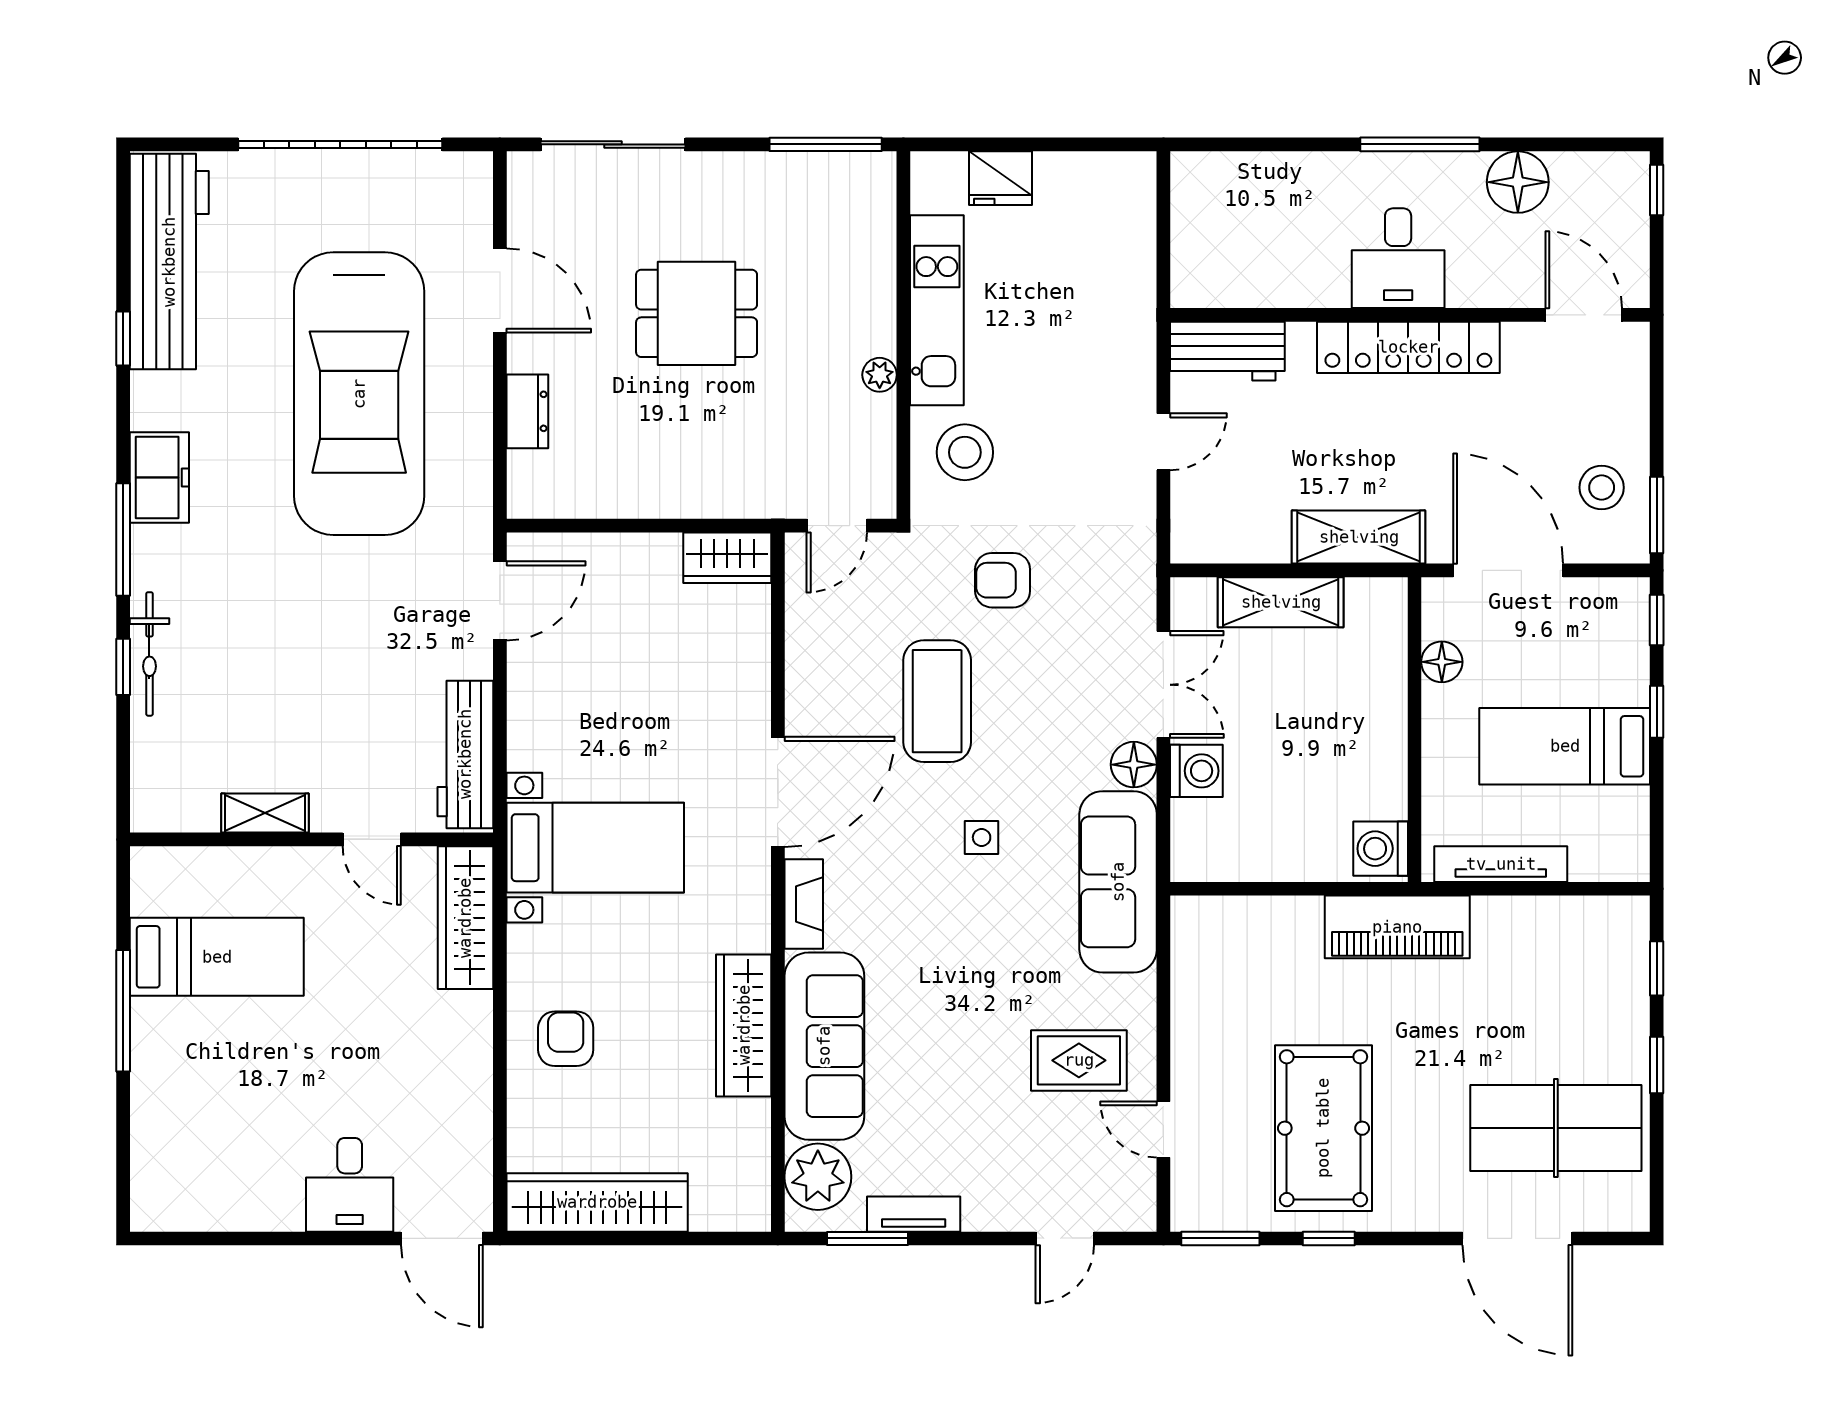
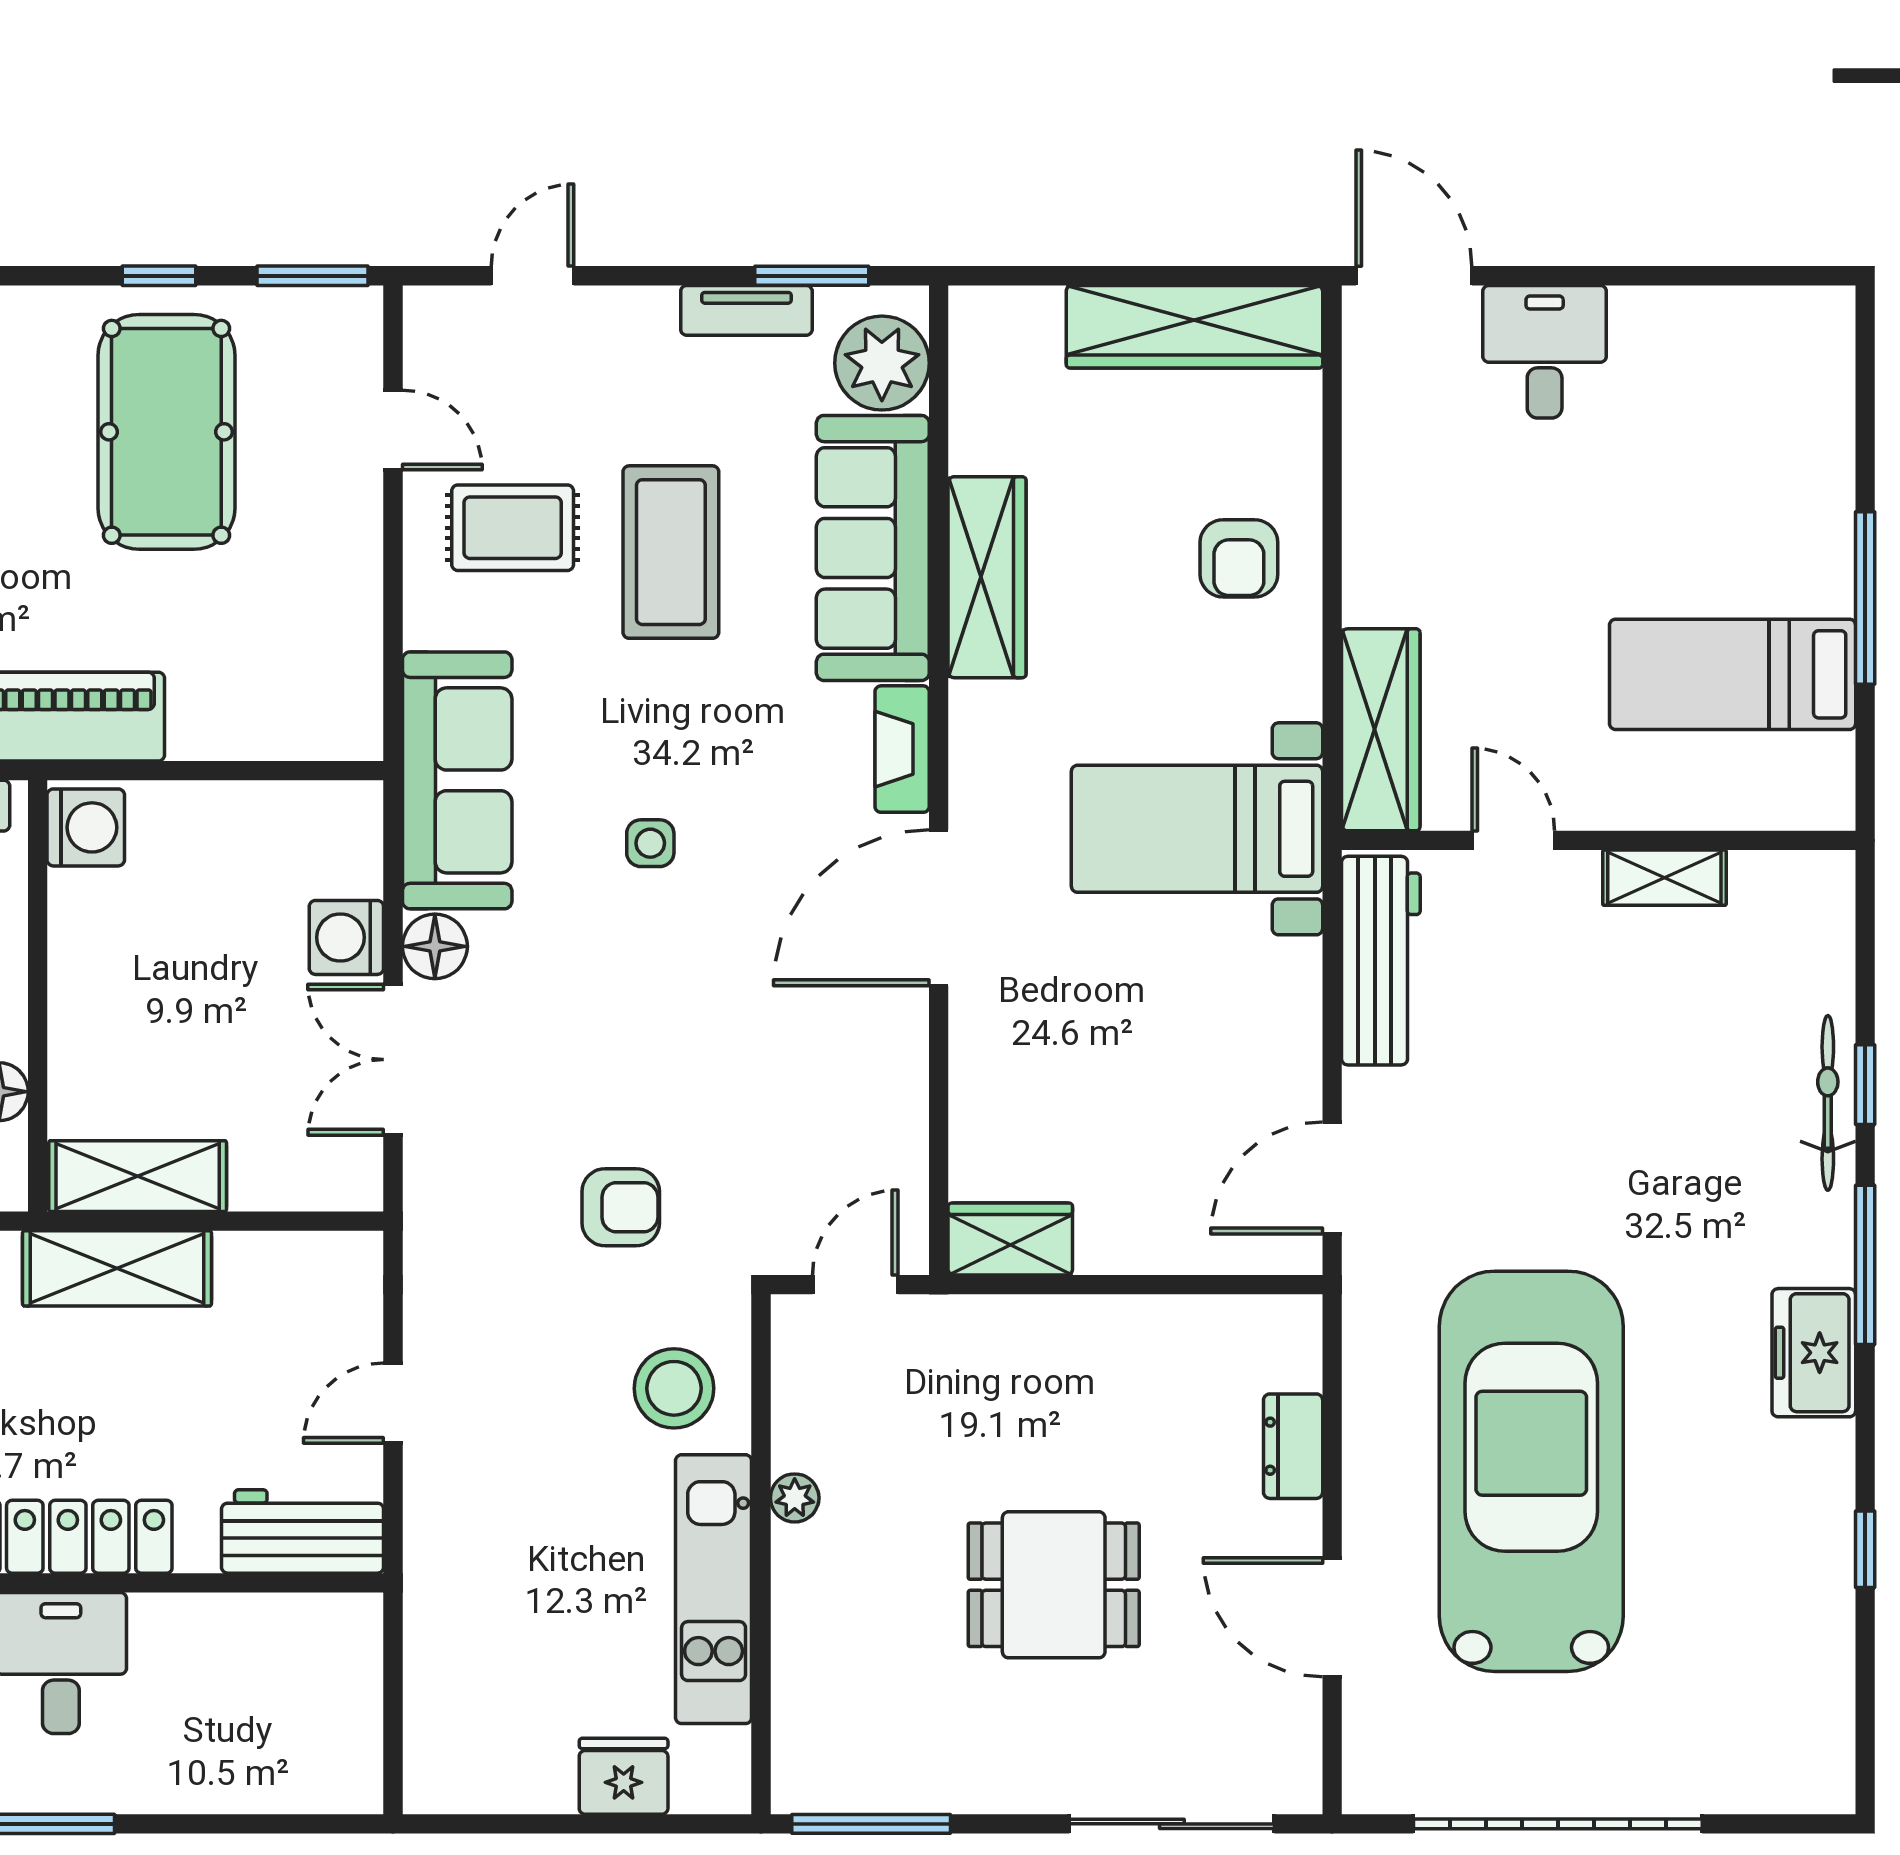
workbench: (169, 262) -> (1800, 1658), removed
shelving: (1281, 602) -> (138, 1176), moved
coffee table: (937, 701) -> (671, 552), moved

